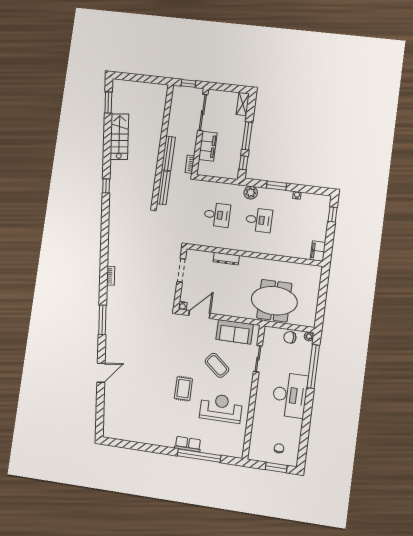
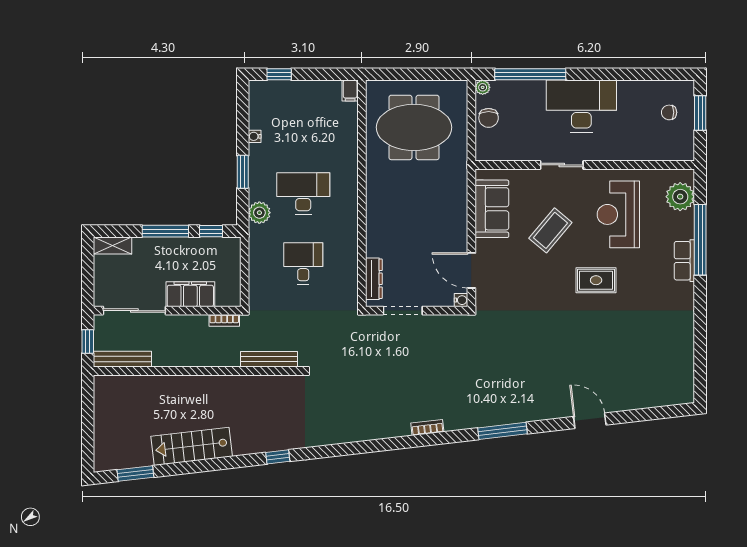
bench: (168, 153) -> (122, 359), moved
desk: (259, 220) -> (303, 193), width x1.37
filing cabinet: (318, 251) -> (350, 91), width x0.50
dresser: (226, 259) -> (374, 279), moved
meeting table: (274, 301) -> (414, 127), moved, turned 90
sliding door: (258, 359) -> (562, 165), moved
plant: (227, 447) -> (680, 197), added

